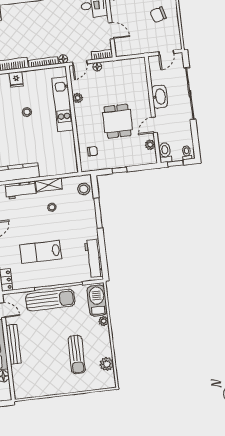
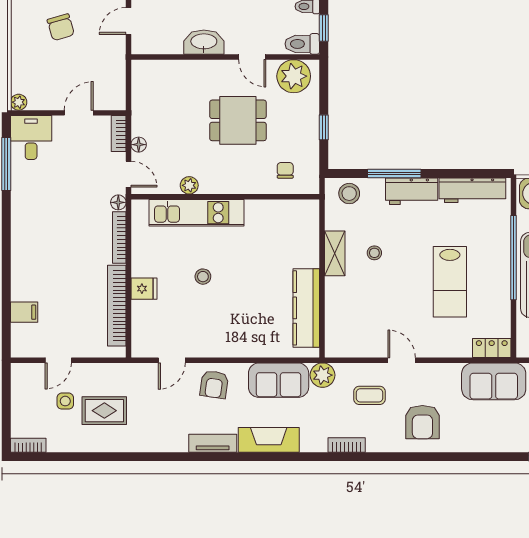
door: (166, 53) -> (128, 21), swing flipped
plant: (150, 145) -> (294, 76), width x1.87, depth x1.87
workbench: (21, 190) -> (412, 191), moved, turned 90

